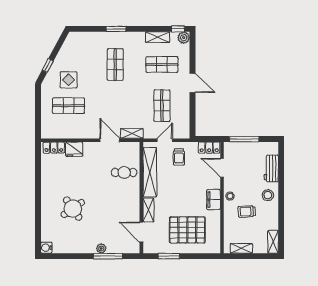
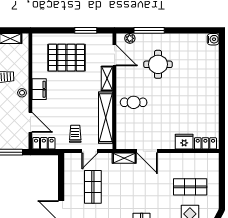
cafe table: (124, 172) -> (134, 102), moved
round table: (73, 209) -> (158, 64), moved, turned 35
plant: (101, 248) -> (130, 38), moved

